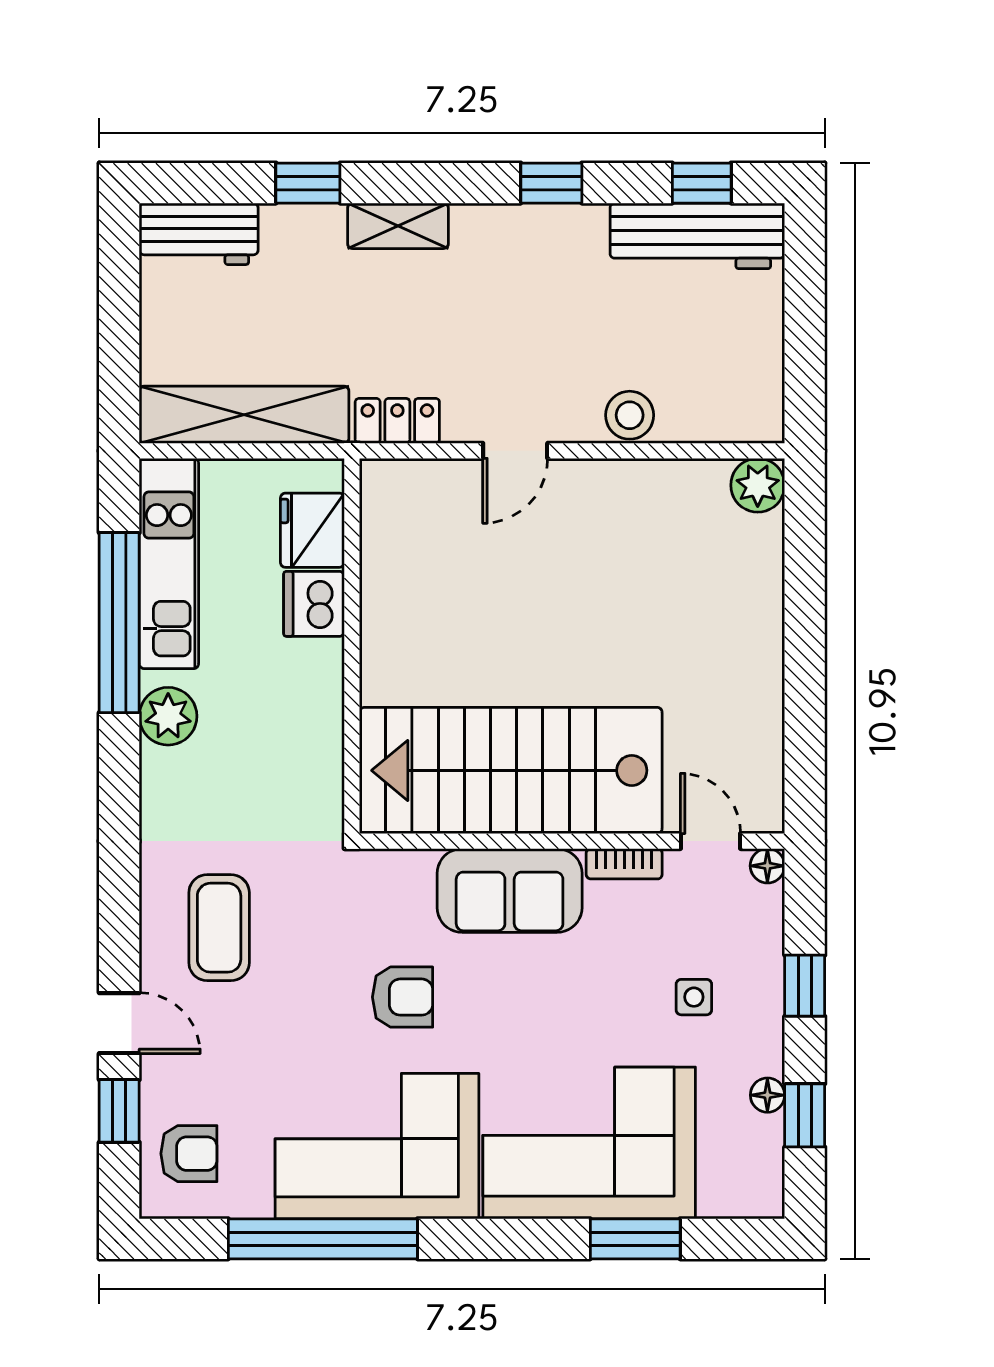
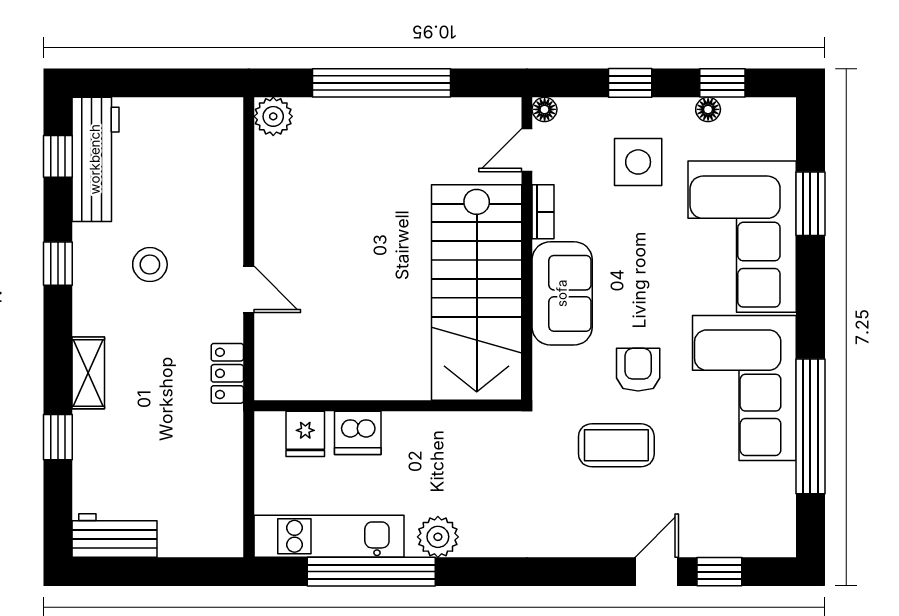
workbench: (199, 234) -> (114, 535), moved, turned -90
shelving: (244, 415) -> (223, 483), removed
stool: (630, 415) -> (150, 265), moved
fridge: (312, 530) -> (305, 434), width x0.72
window: (805, 637) -> (382, 83), added
coffee table: (219, 928) -> (616, 445), moved
side table: (694, 997) -> (638, 162), width x1.87, depth x1.87
armchair: (189, 1154) -> (750, 522), removed

